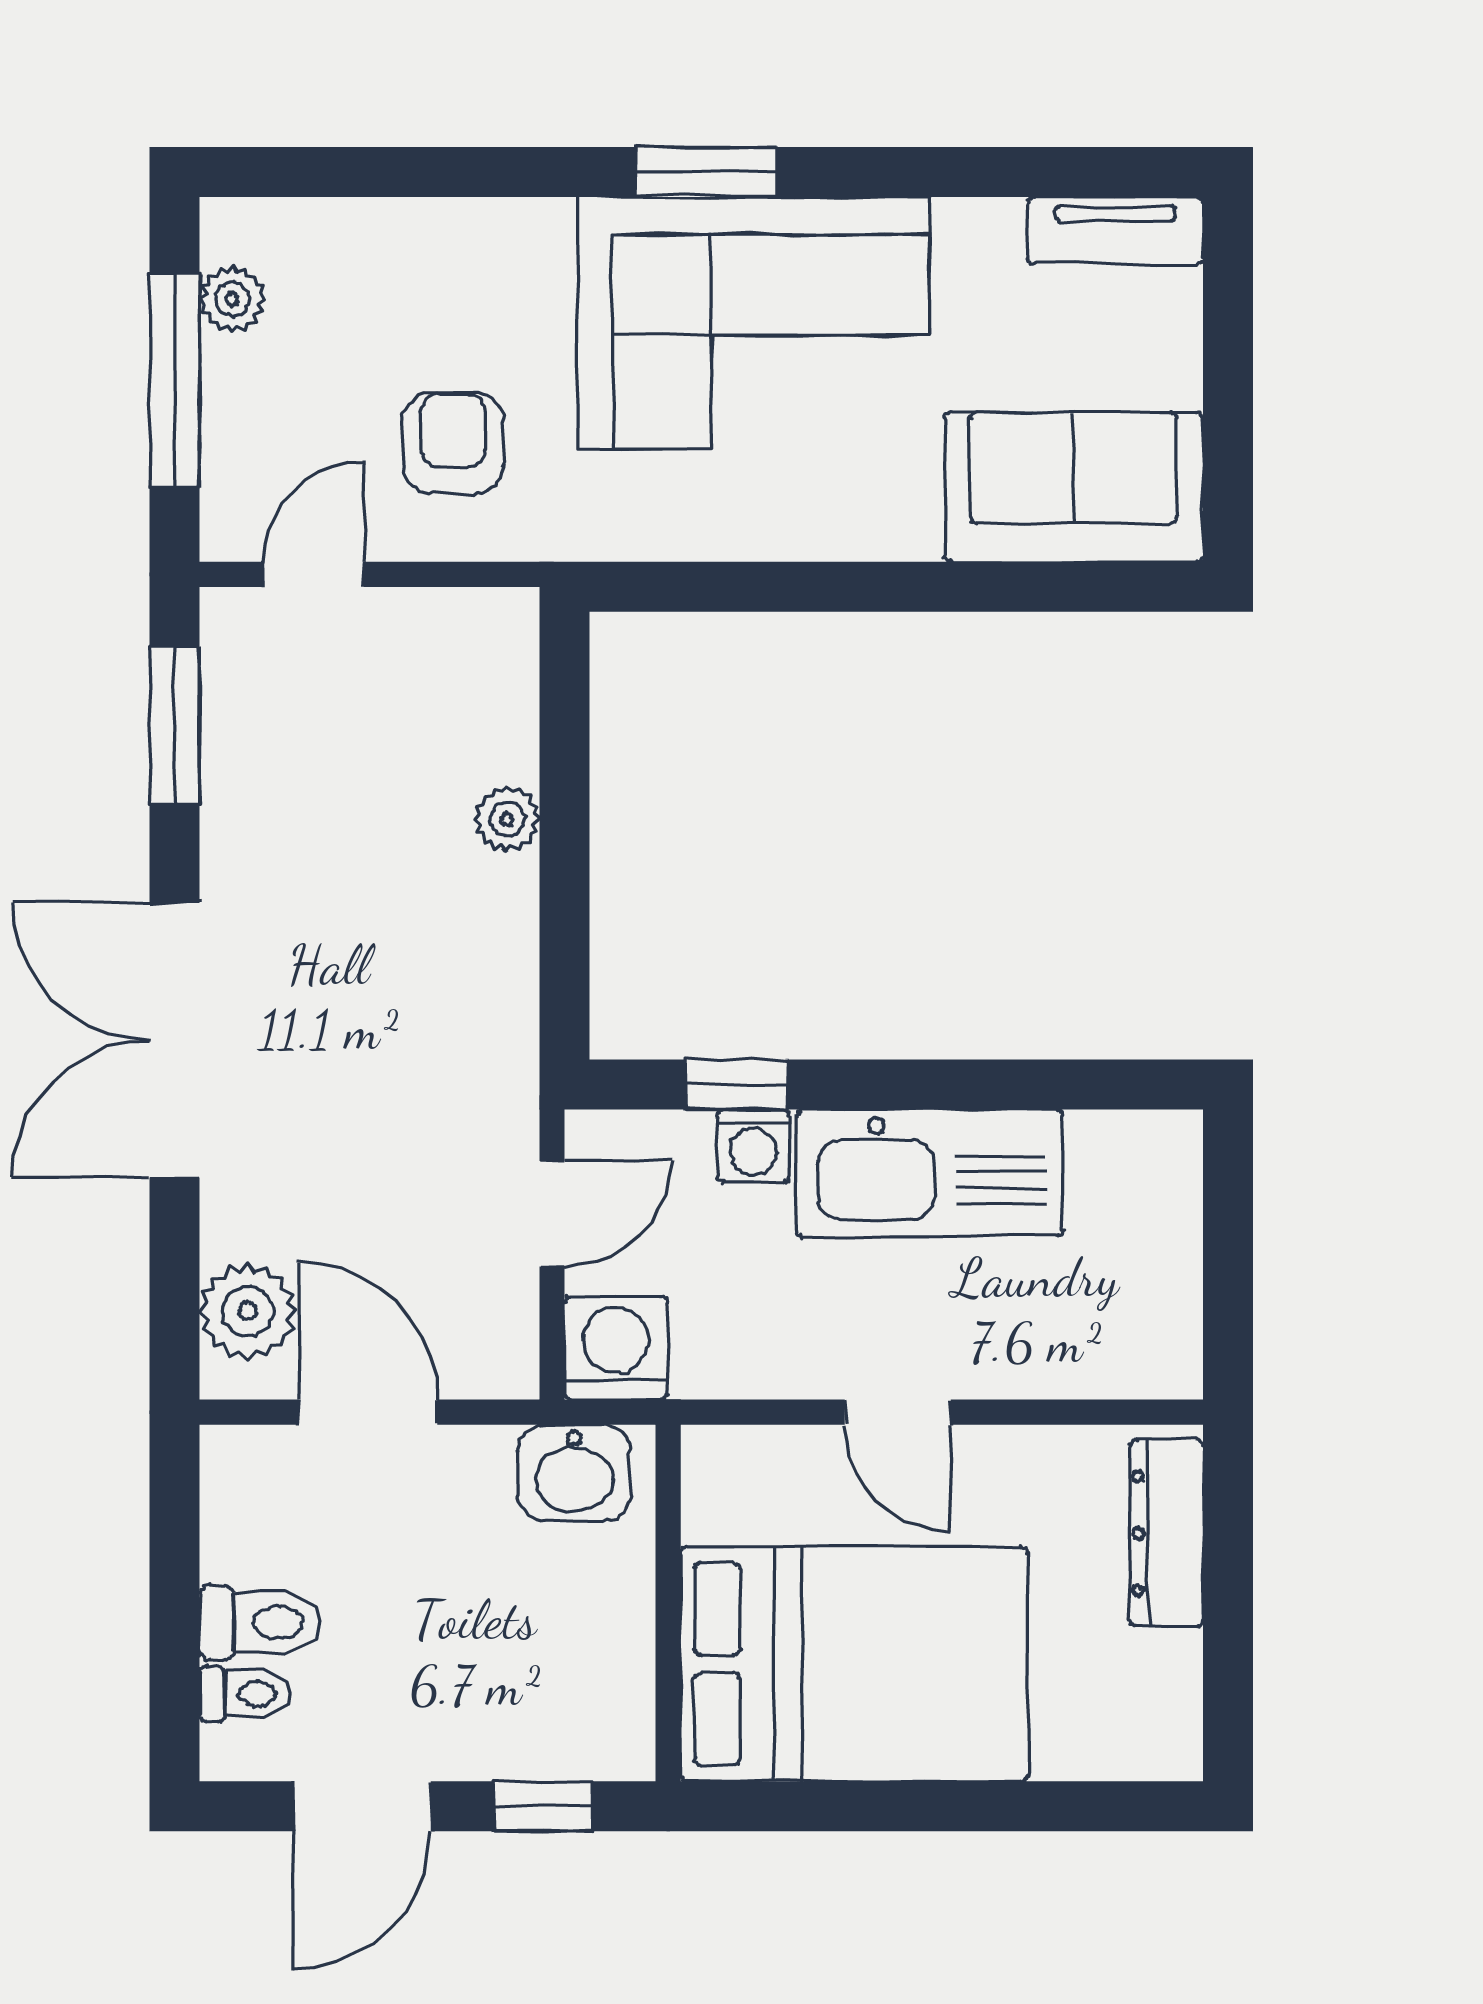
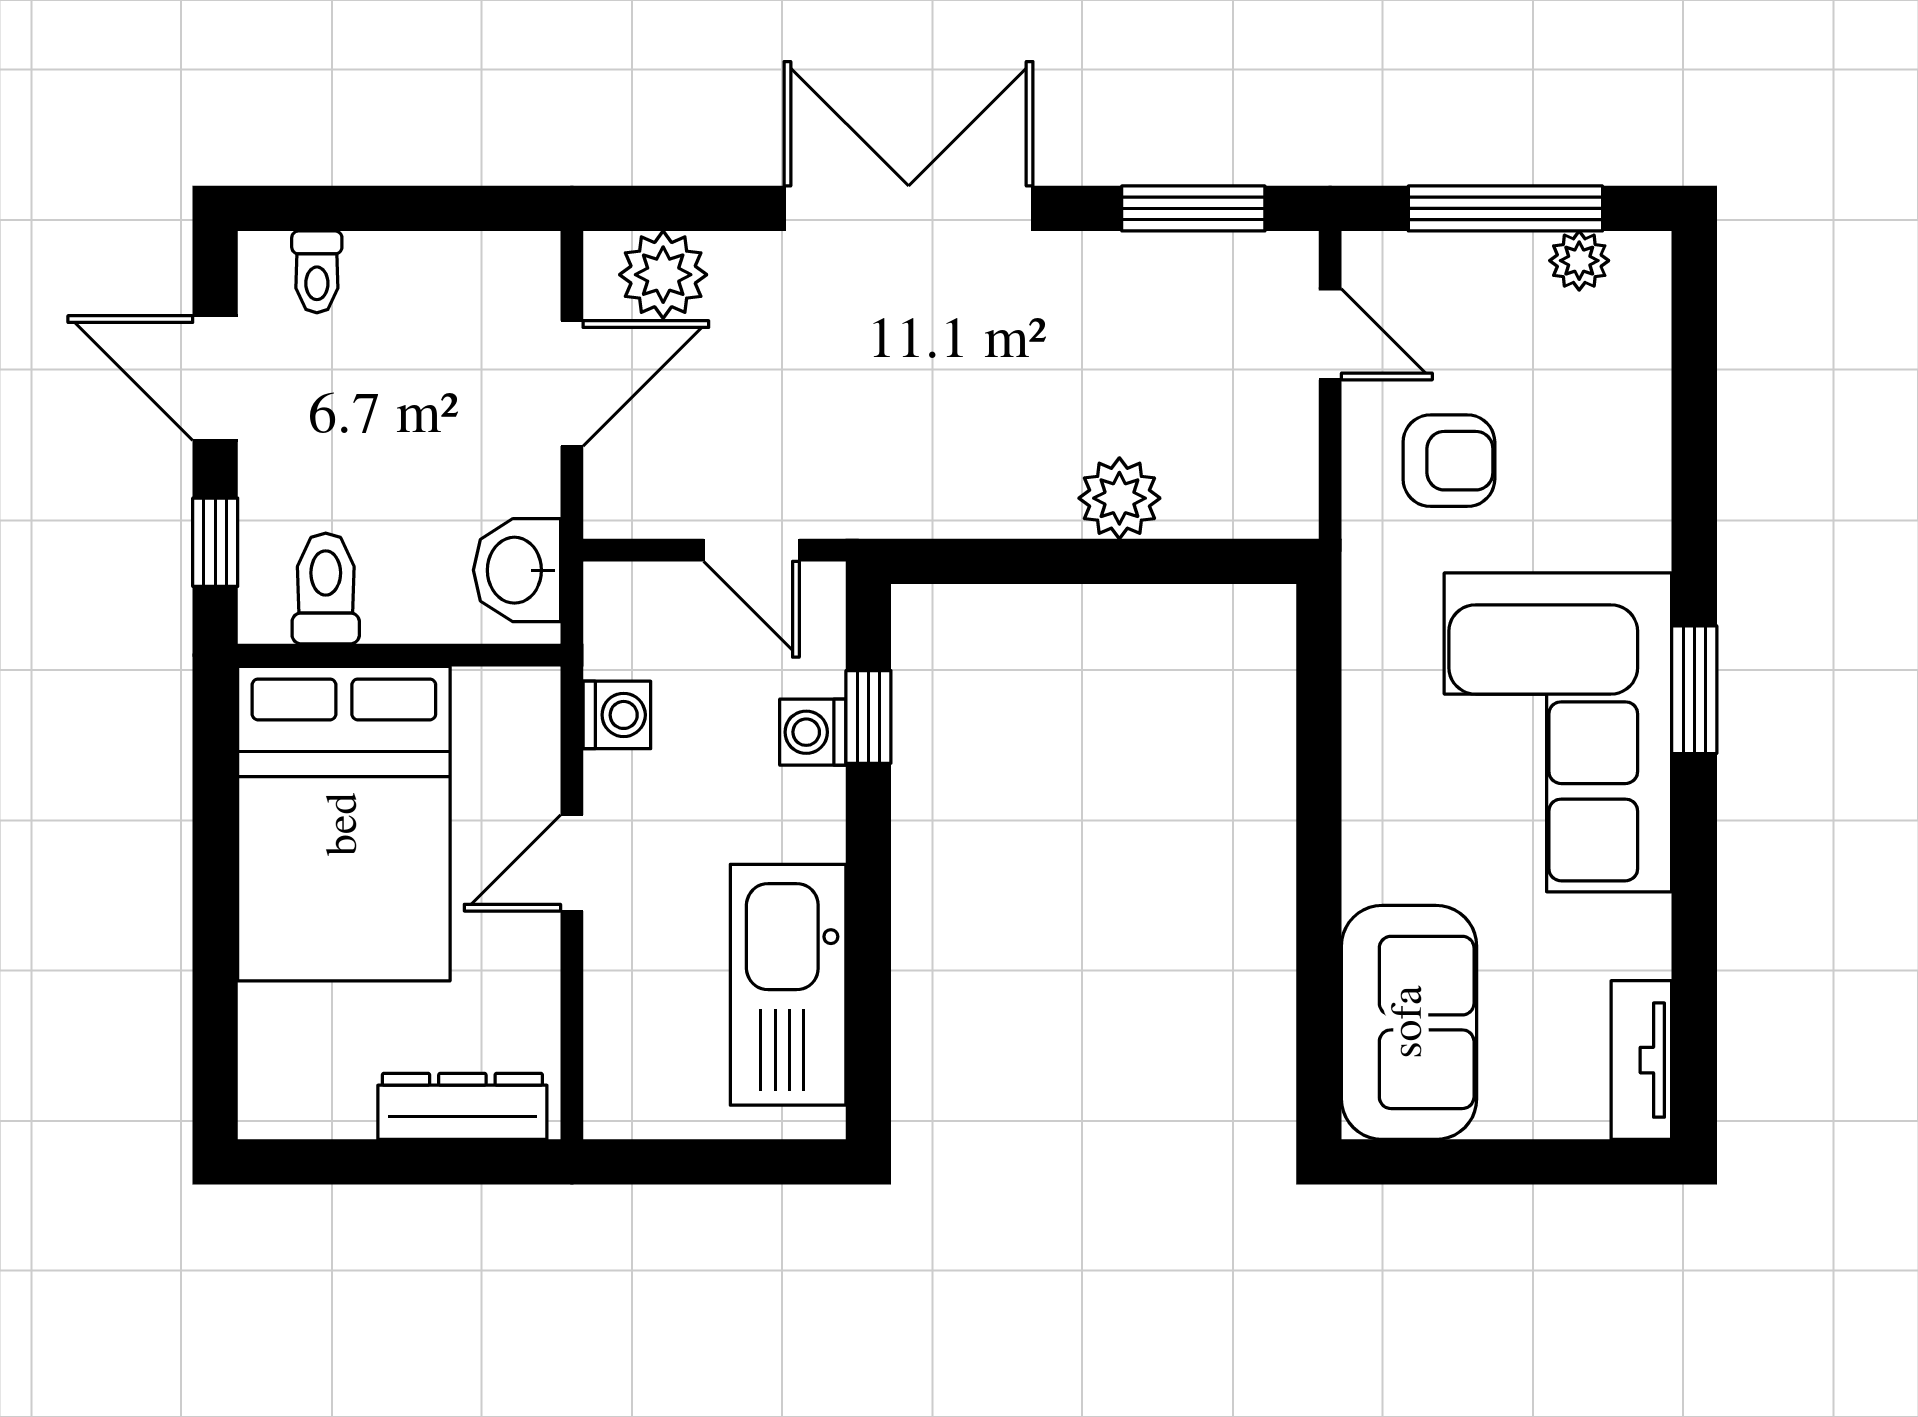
plant: (507, 819) -> (1119, 498), width x1.38, depth x1.38
kitchen sink: (929, 1173) -> (788, 985), moved
washing machine: (616, 1348) -> (617, 715), moved, width x0.73, depth x0.73
toilet: (261, 1622) -> (326, 588), moved, turned 180

